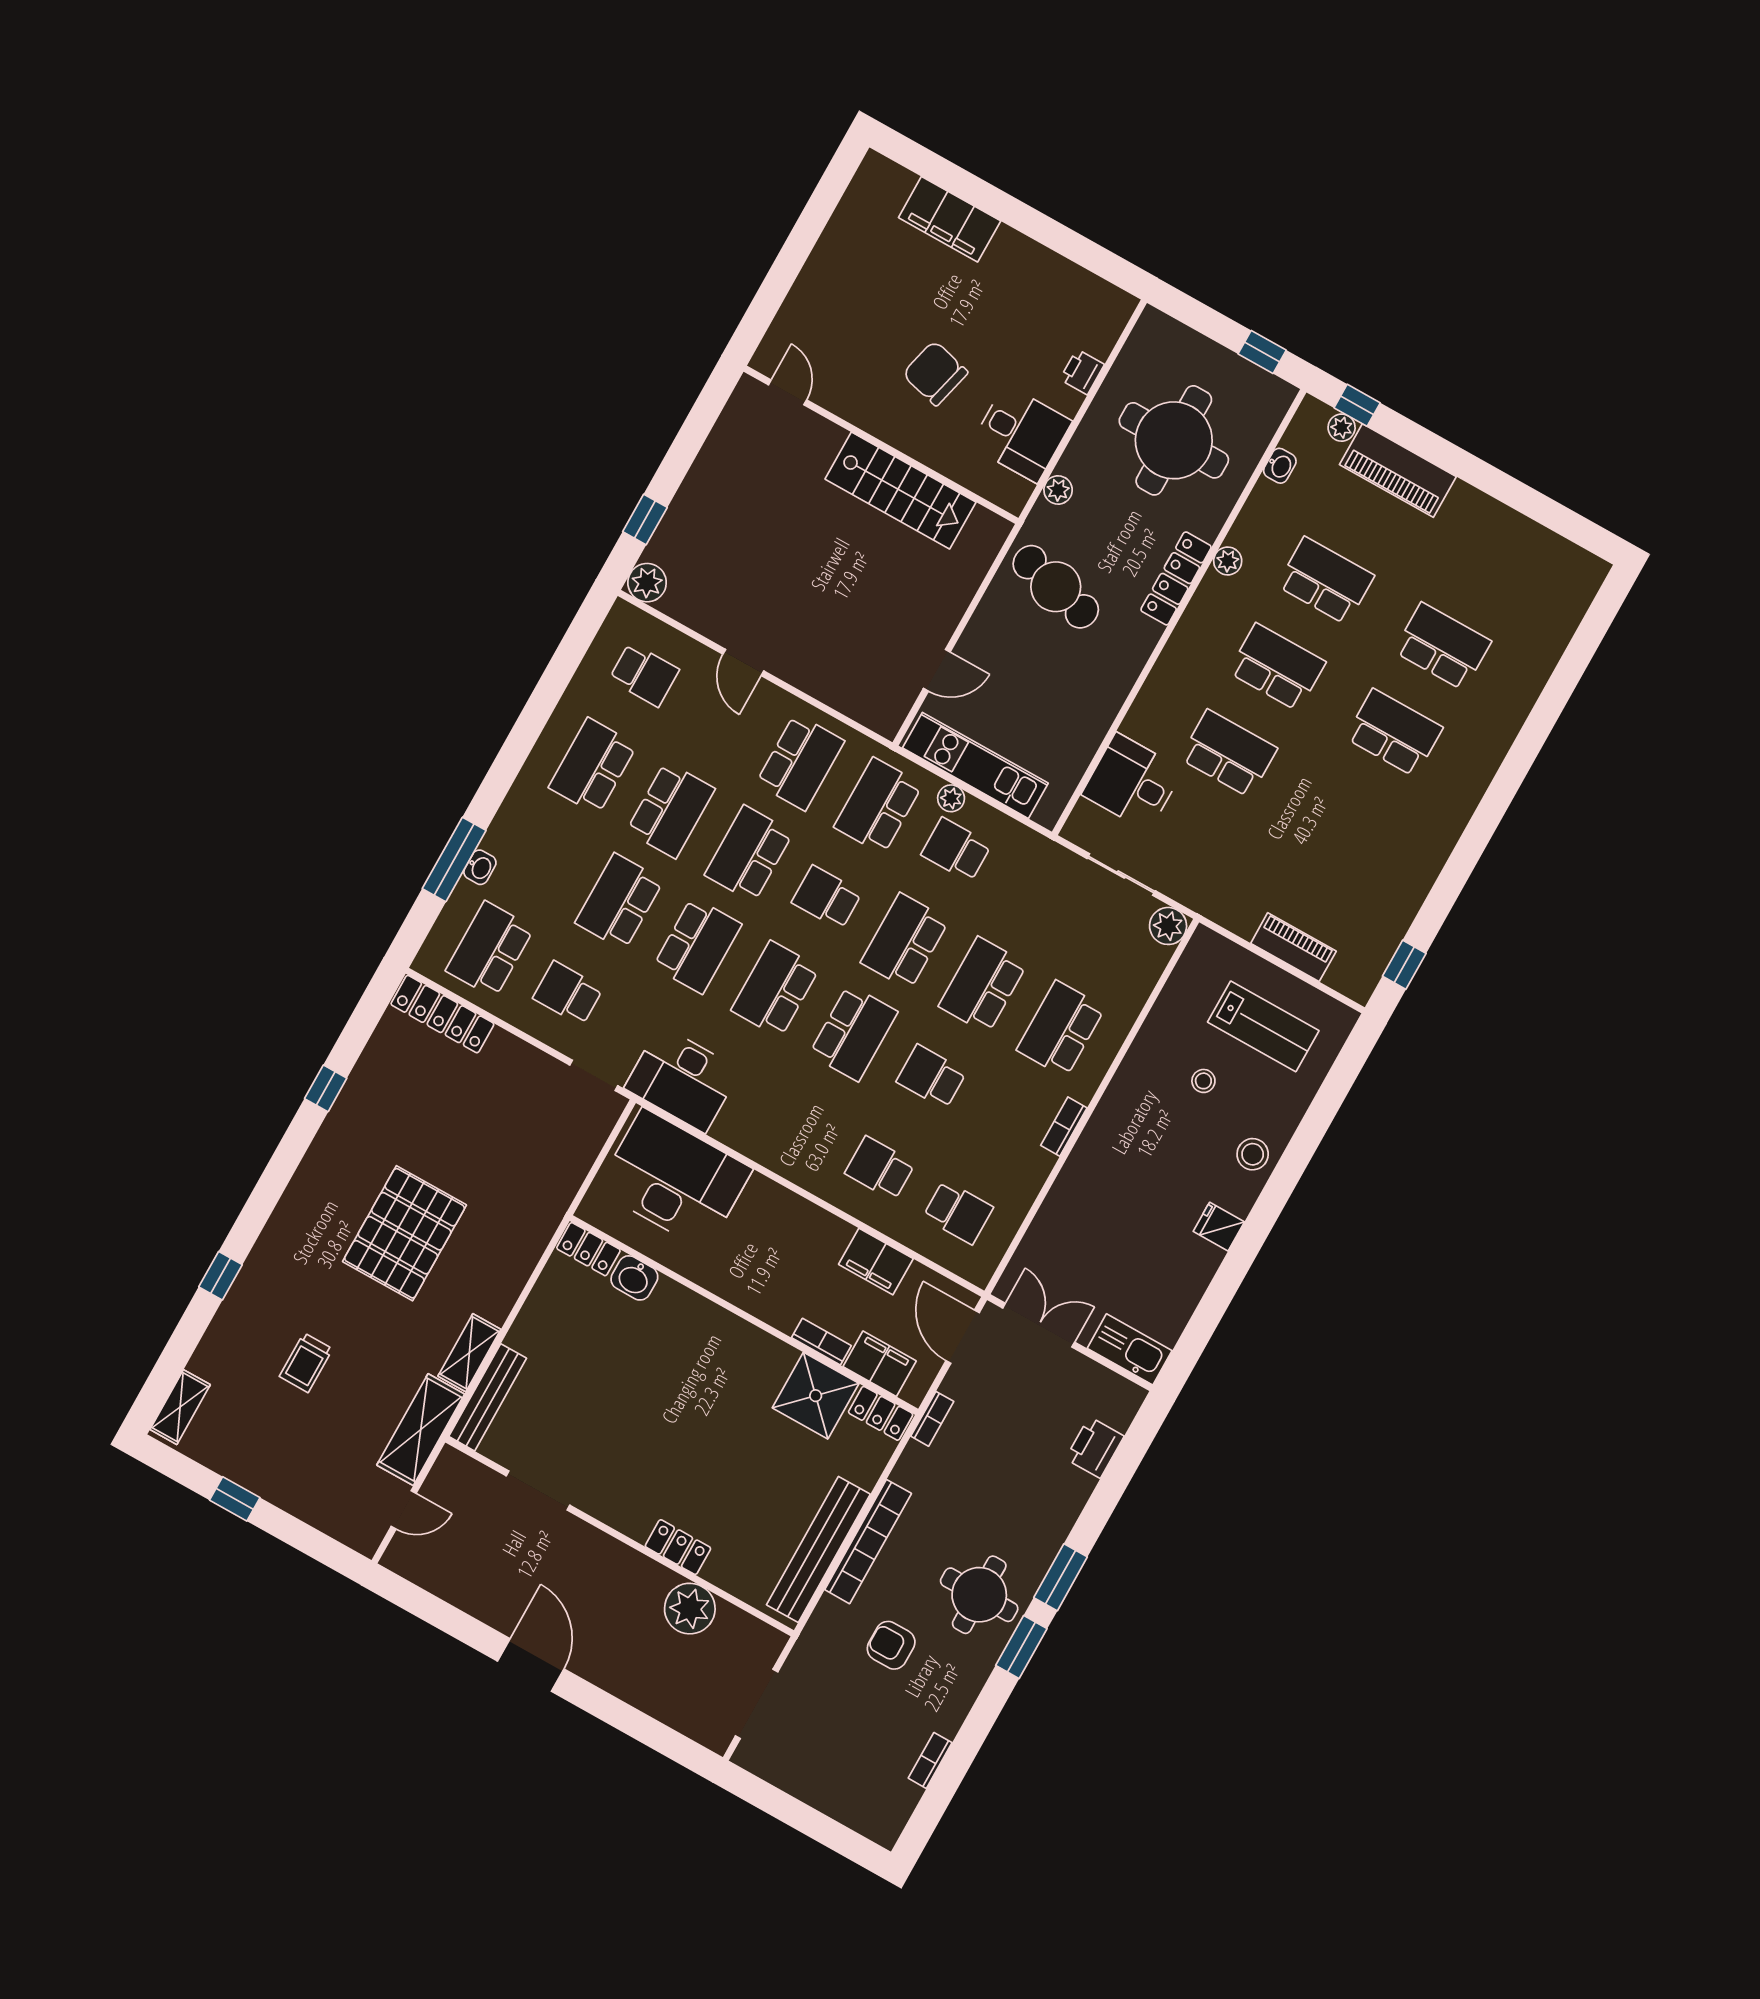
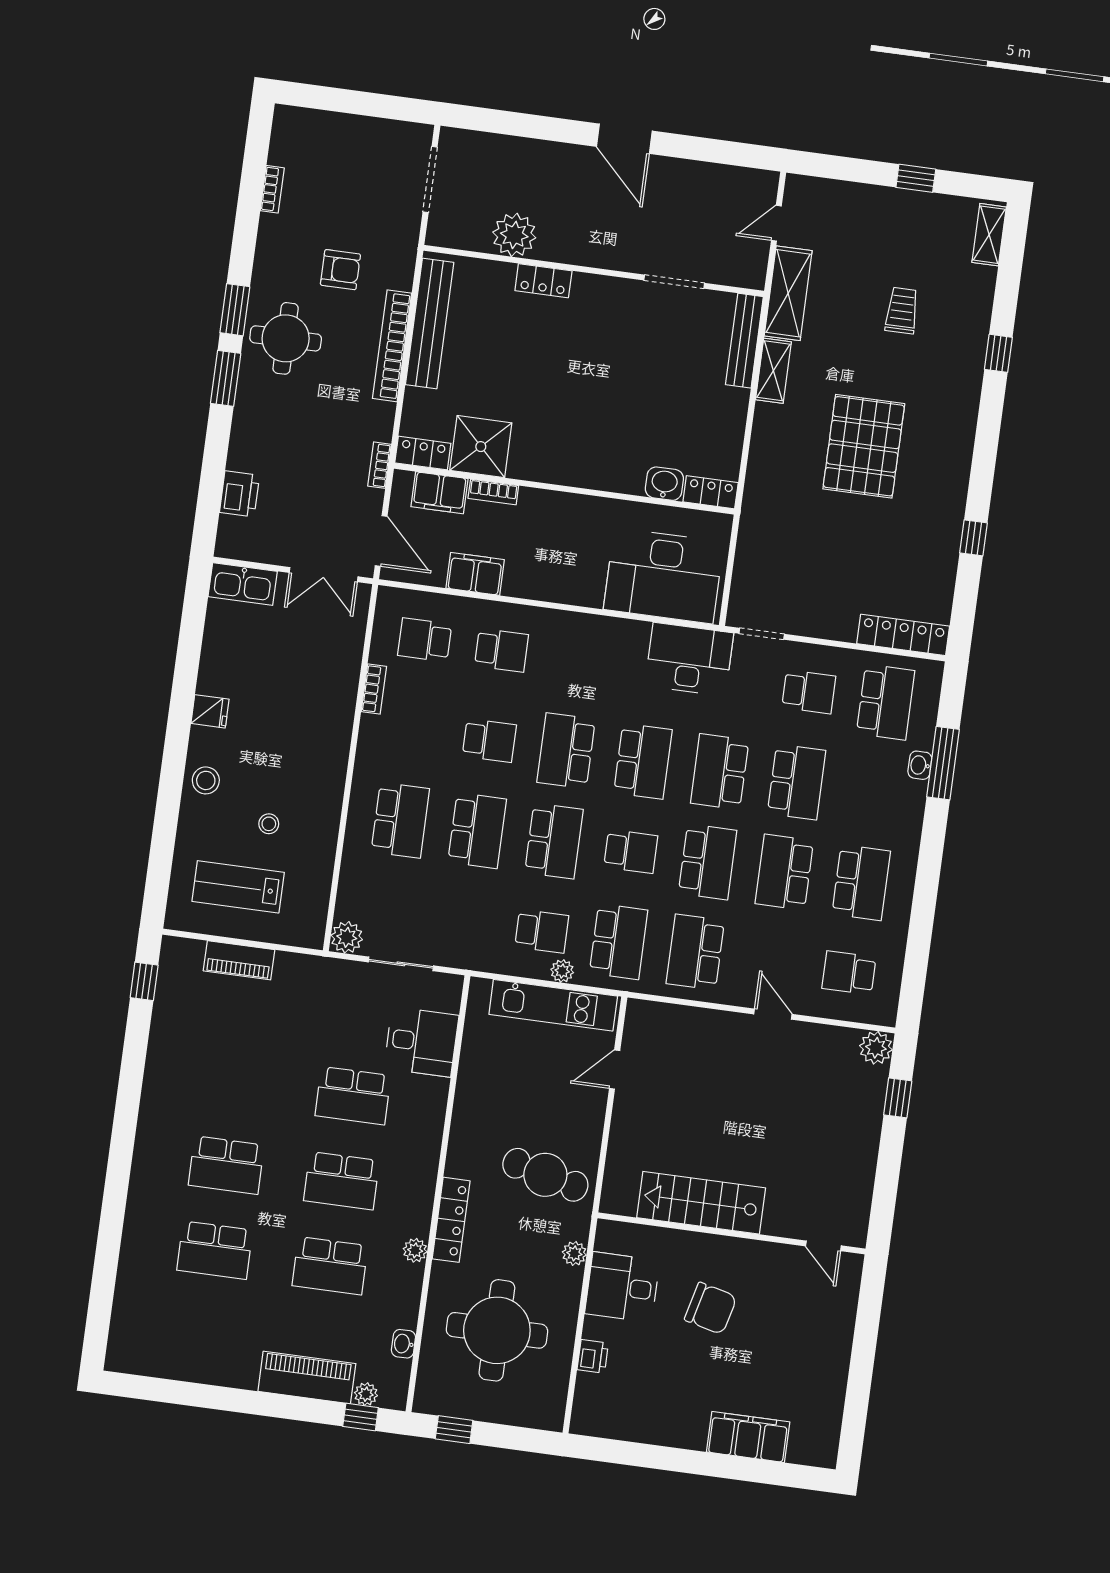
bookcase: (1064, 1127) -> (374, 689), moved

